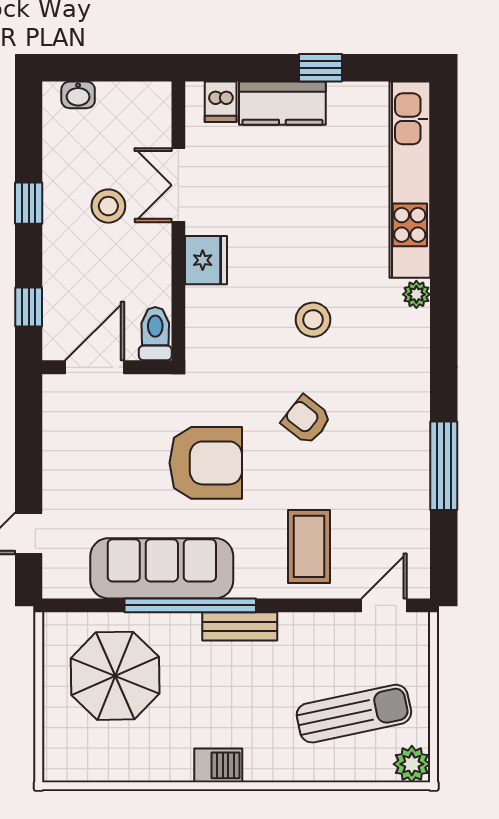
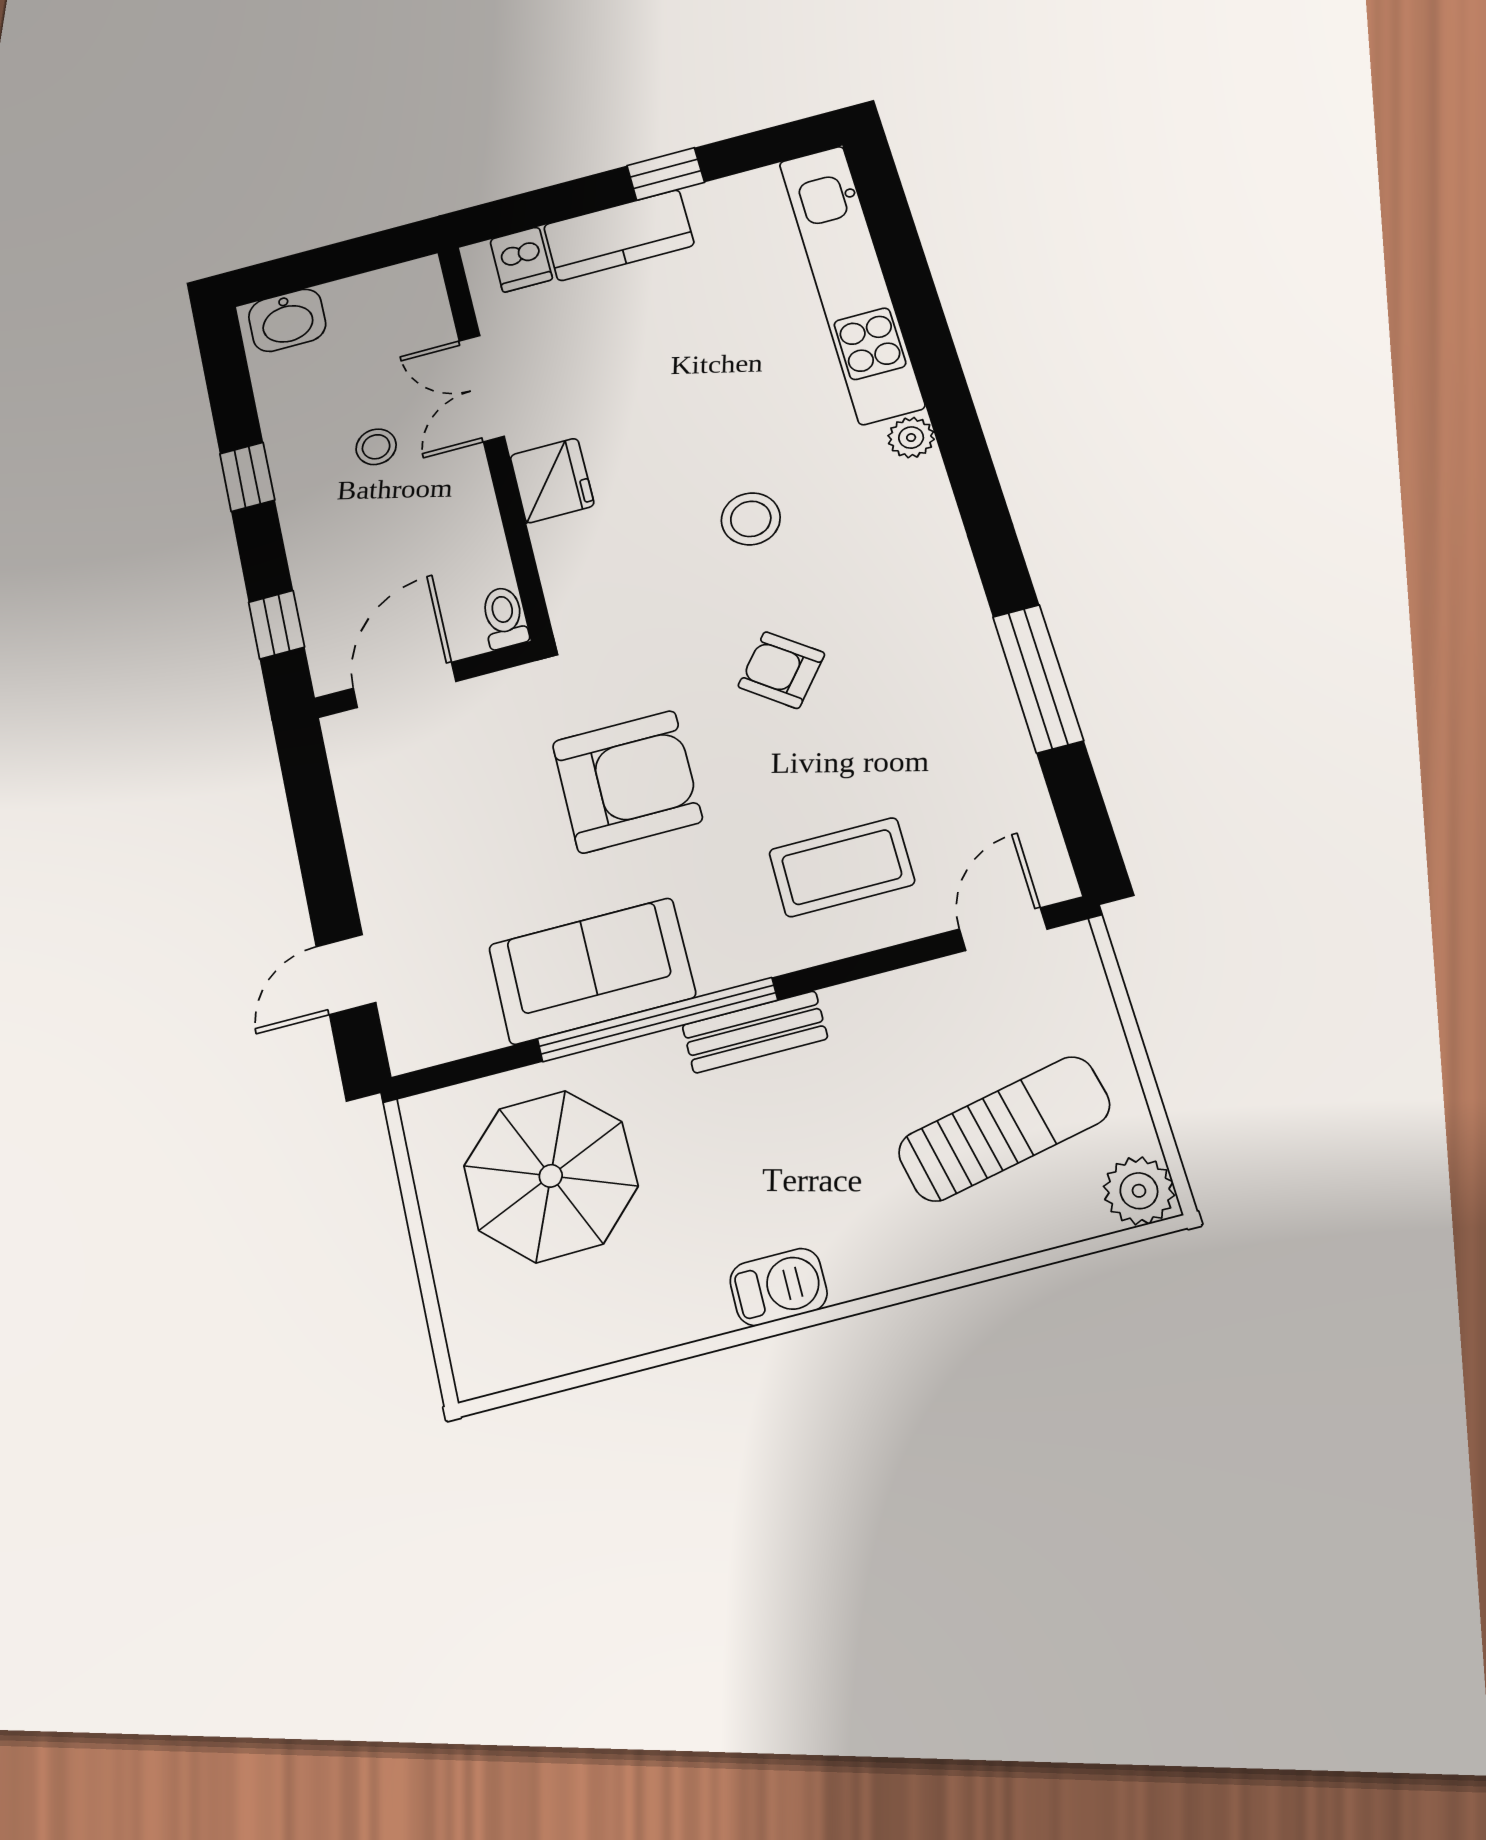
washbasin: (78, 95) -> (287, 320), width x1.38, depth x1.45
stool: (108, 206) -> (376, 447), width x0.73, depth x0.73
toilet: (155, 334) -> (504, 617), width x0.73, depth x0.72
coffee table: (309, 546) -> (842, 867), turned 90
sofa: (162, 568) -> (592, 971), width x0.73

